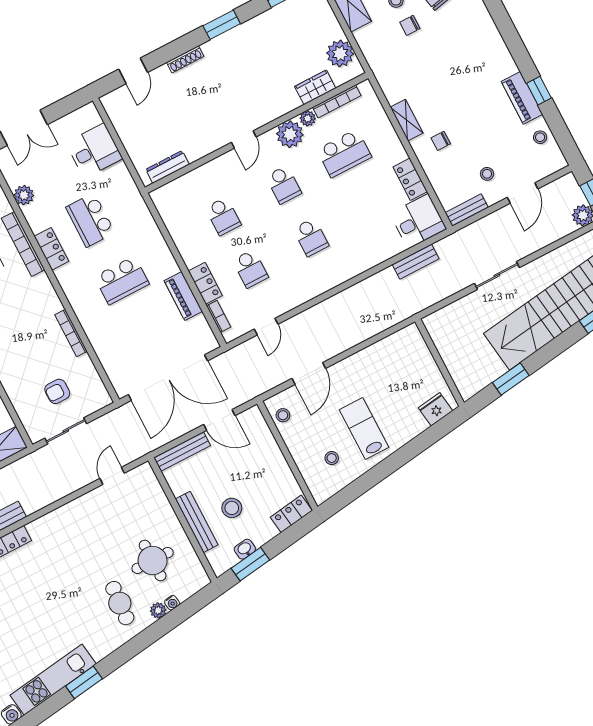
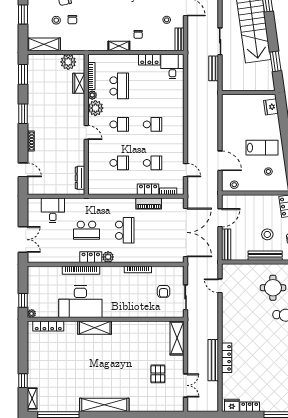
plant: (24, 195) -> (108, 257), moved
bench: (416, 262) -> (214, 68), moved
lab bench: (364, 429) -> (262, 148), turned 180

